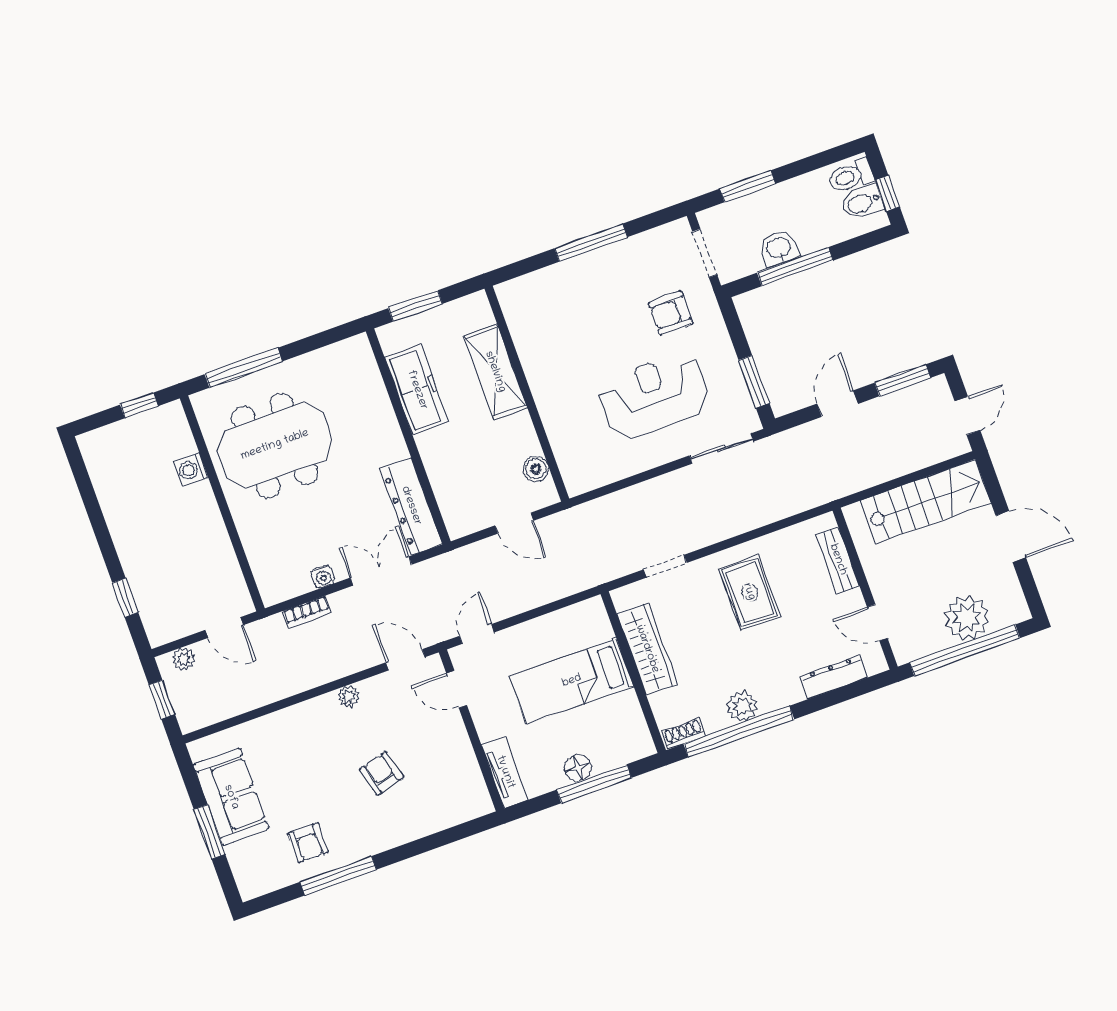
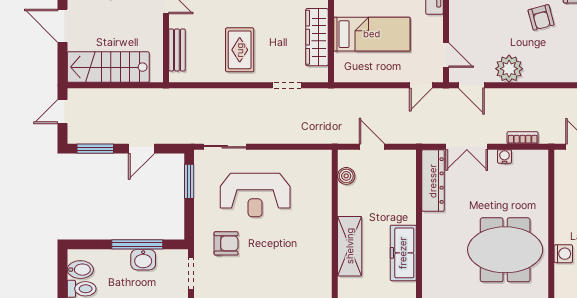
window: (887, 193) -> (63, 270), removed
plant: (349, 696) -> (509, 69), width x1.88, depth x1.88
armchair: (382, 773) -> (541, 17), moved

